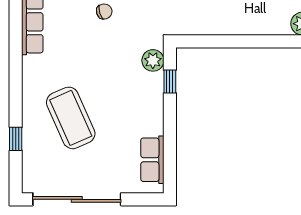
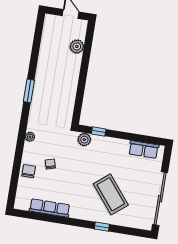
coffee table: (71, 118) -> (111, 194), turned 75
window: (16, 139) -> (102, 227), moved

